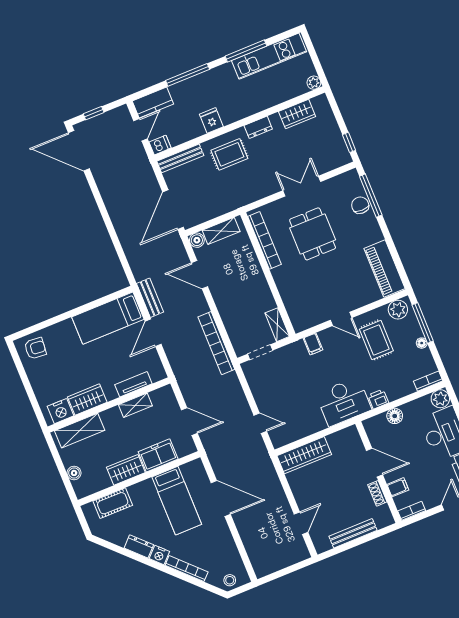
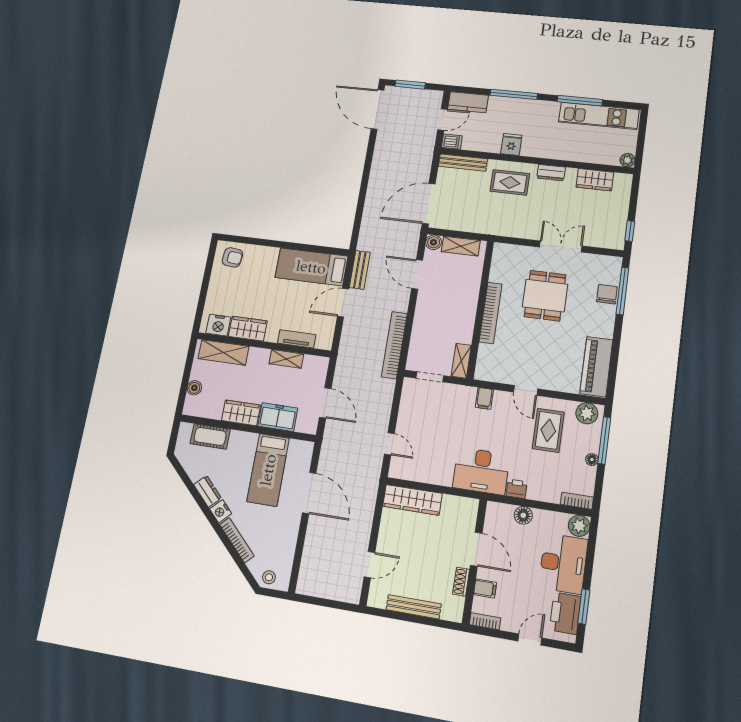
window: (94, 113) -> (410, 85), width x1.50
bookcase: (265, 240) -> (491, 313), moved

